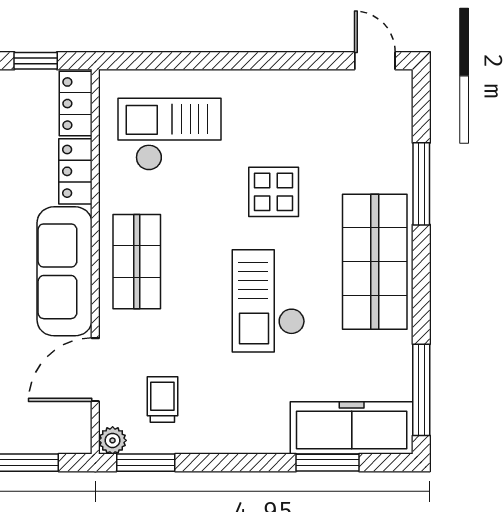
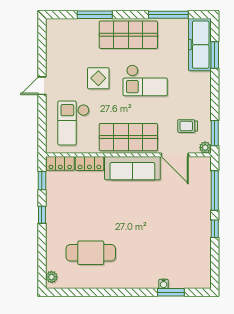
door: (375, 61) -> (42, 86), moved
shop shelf: (137, 262) -> (128, 137), width x1.43, depth x1.36
window: (421, 390) -> (168, 15), moved

